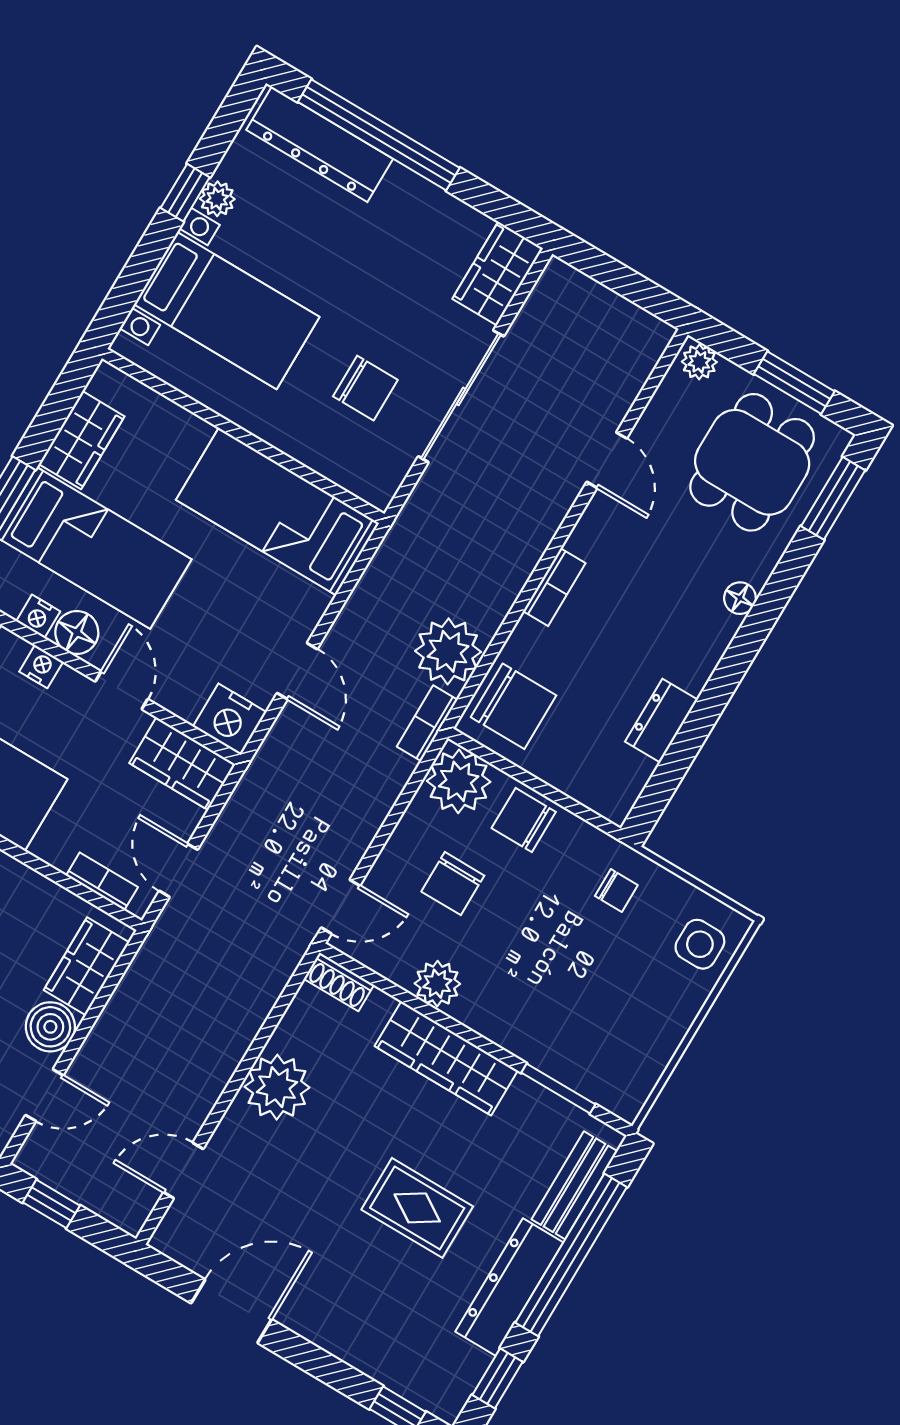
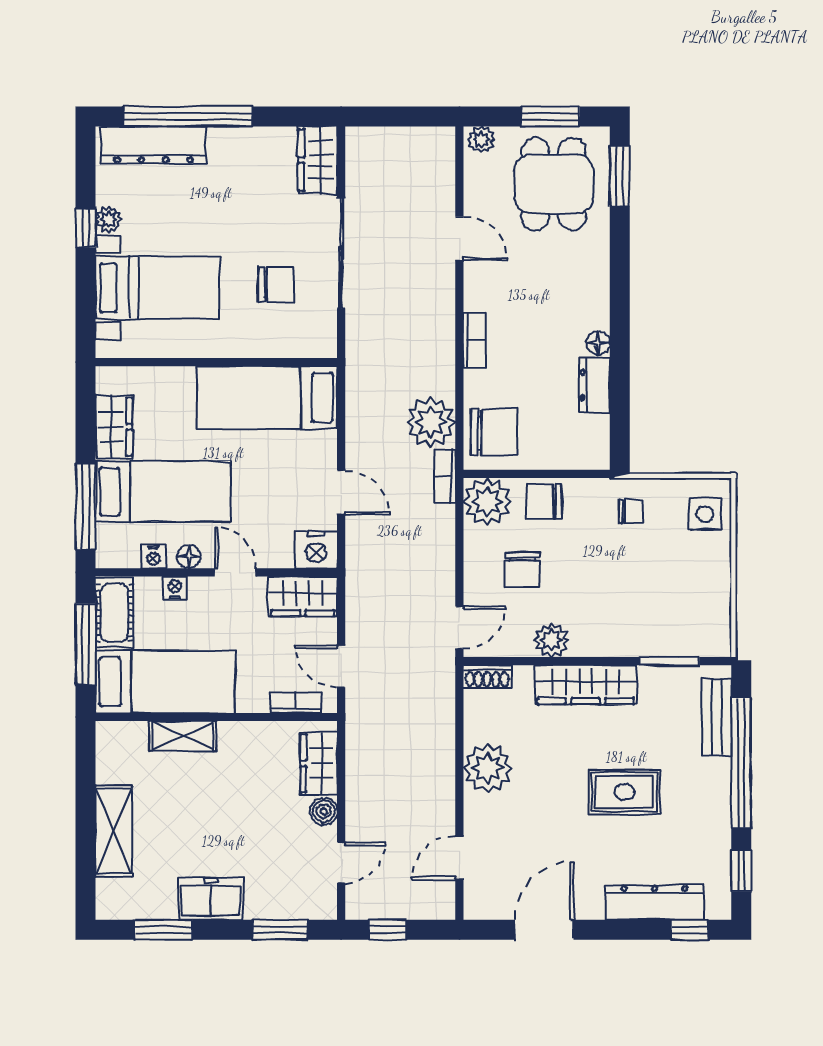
floor lamp: (740, 598) -> (598, 343), moved
floor lamp: (77, 632) -> (189, 557), width x0.73, depth x0.73
boiler: (50, 1027) -> (324, 811), width x0.73, depth x0.73
dresser: (509, 1287) -> (655, 902), moved, turned 90

